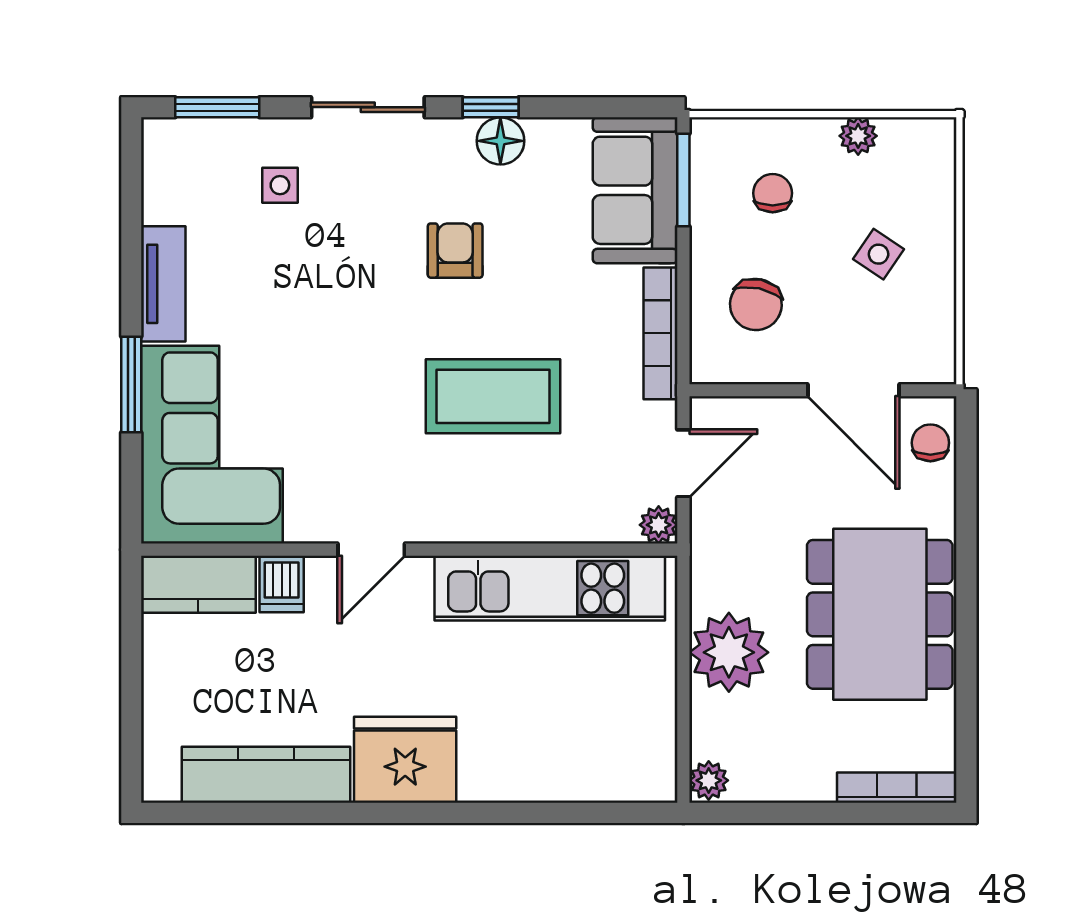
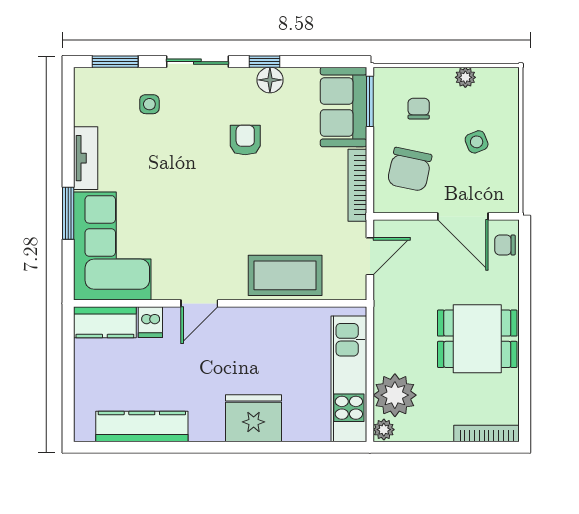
side table: (879, 254) -> (477, 142), turned 34
chair: (756, 304) -> (410, 169), width x1.37, depth x1.37
coffee table: (493, 396) -> (285, 275), moved
chair: (930, 443) -> (505, 245), turned -90
plant: (659, 525) -> (356, 290), removed
kitchen unit: (550, 588) -> (349, 379), moved, turned 90
dining table: (880, 614) -> (477, 339), width x0.73
plant: (729, 652) -> (395, 395), moved
fridge: (405, 760) -> (254, 418), moved

